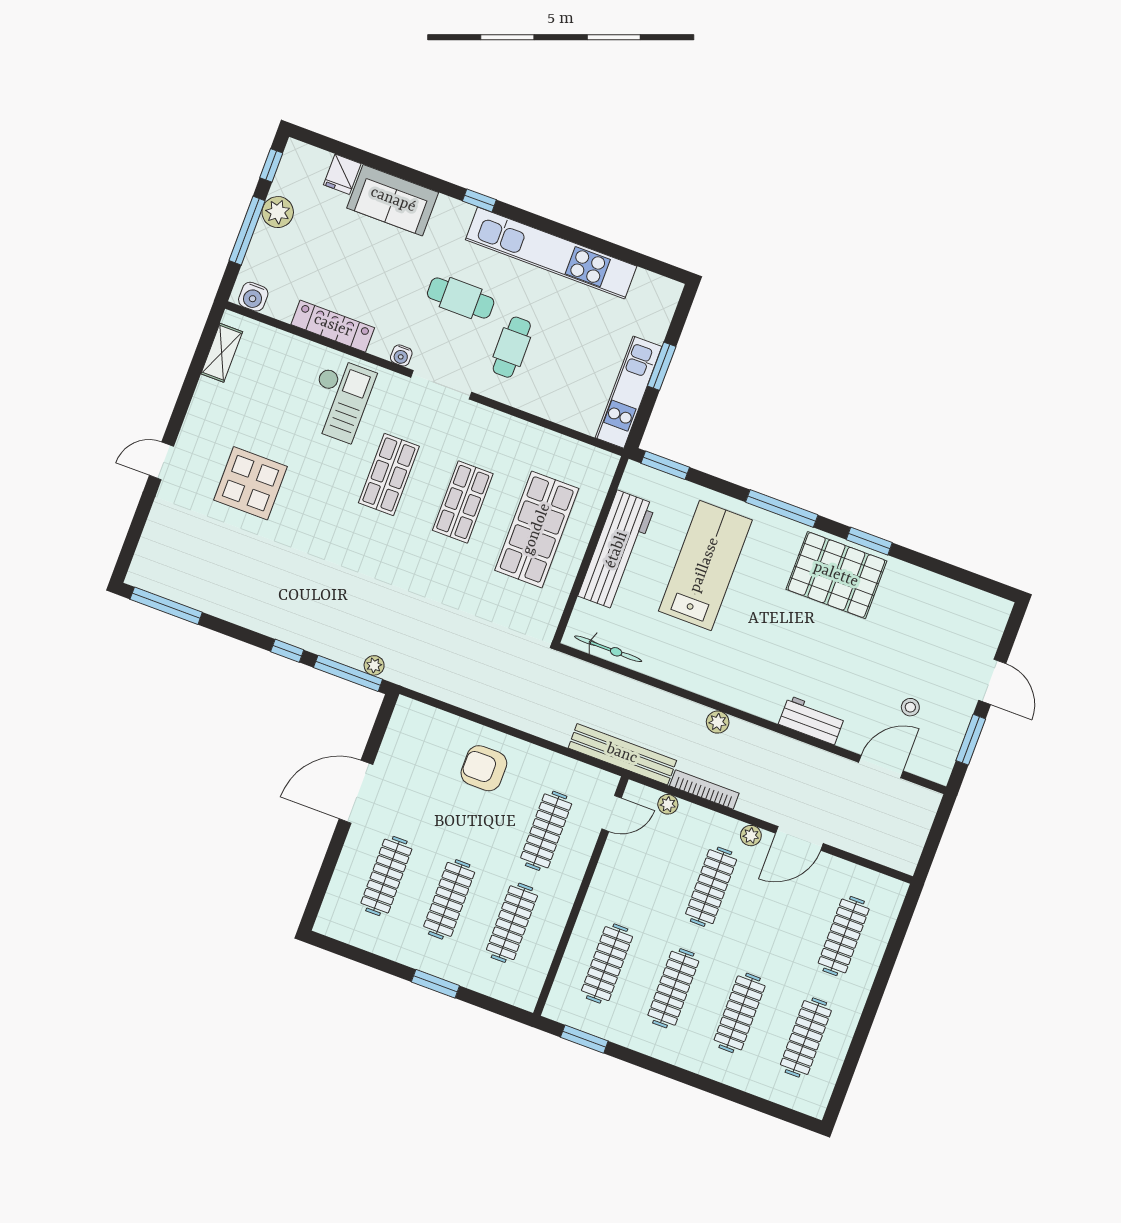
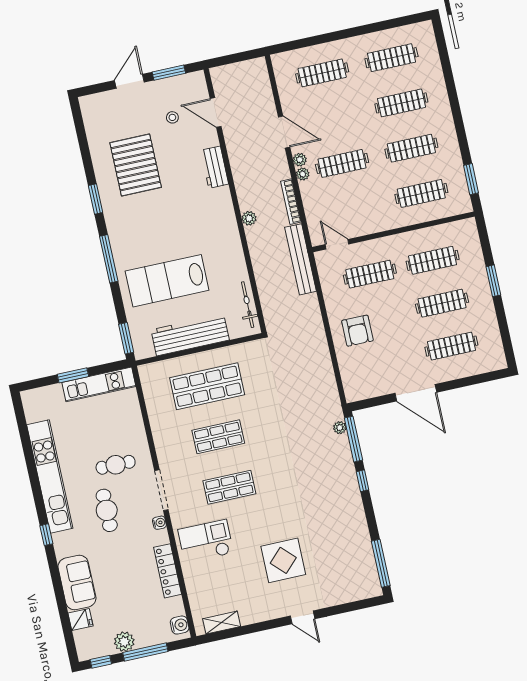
pallet: (836, 575) -> (136, 165), moved
plant: (668, 804) -> (303, 174), moved

